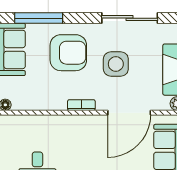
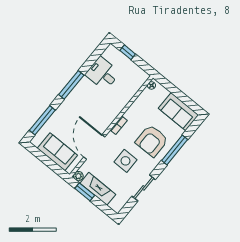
window: (39, 18) -> (175, 150), moved
sliding door: (130, 18) -> (144, 188), width x0.73

